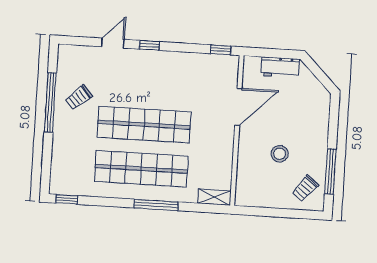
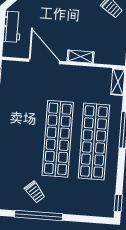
shelving: (245, 151) -> (81, 57), added
stool: (280, 154) -> (83, 28), removed

